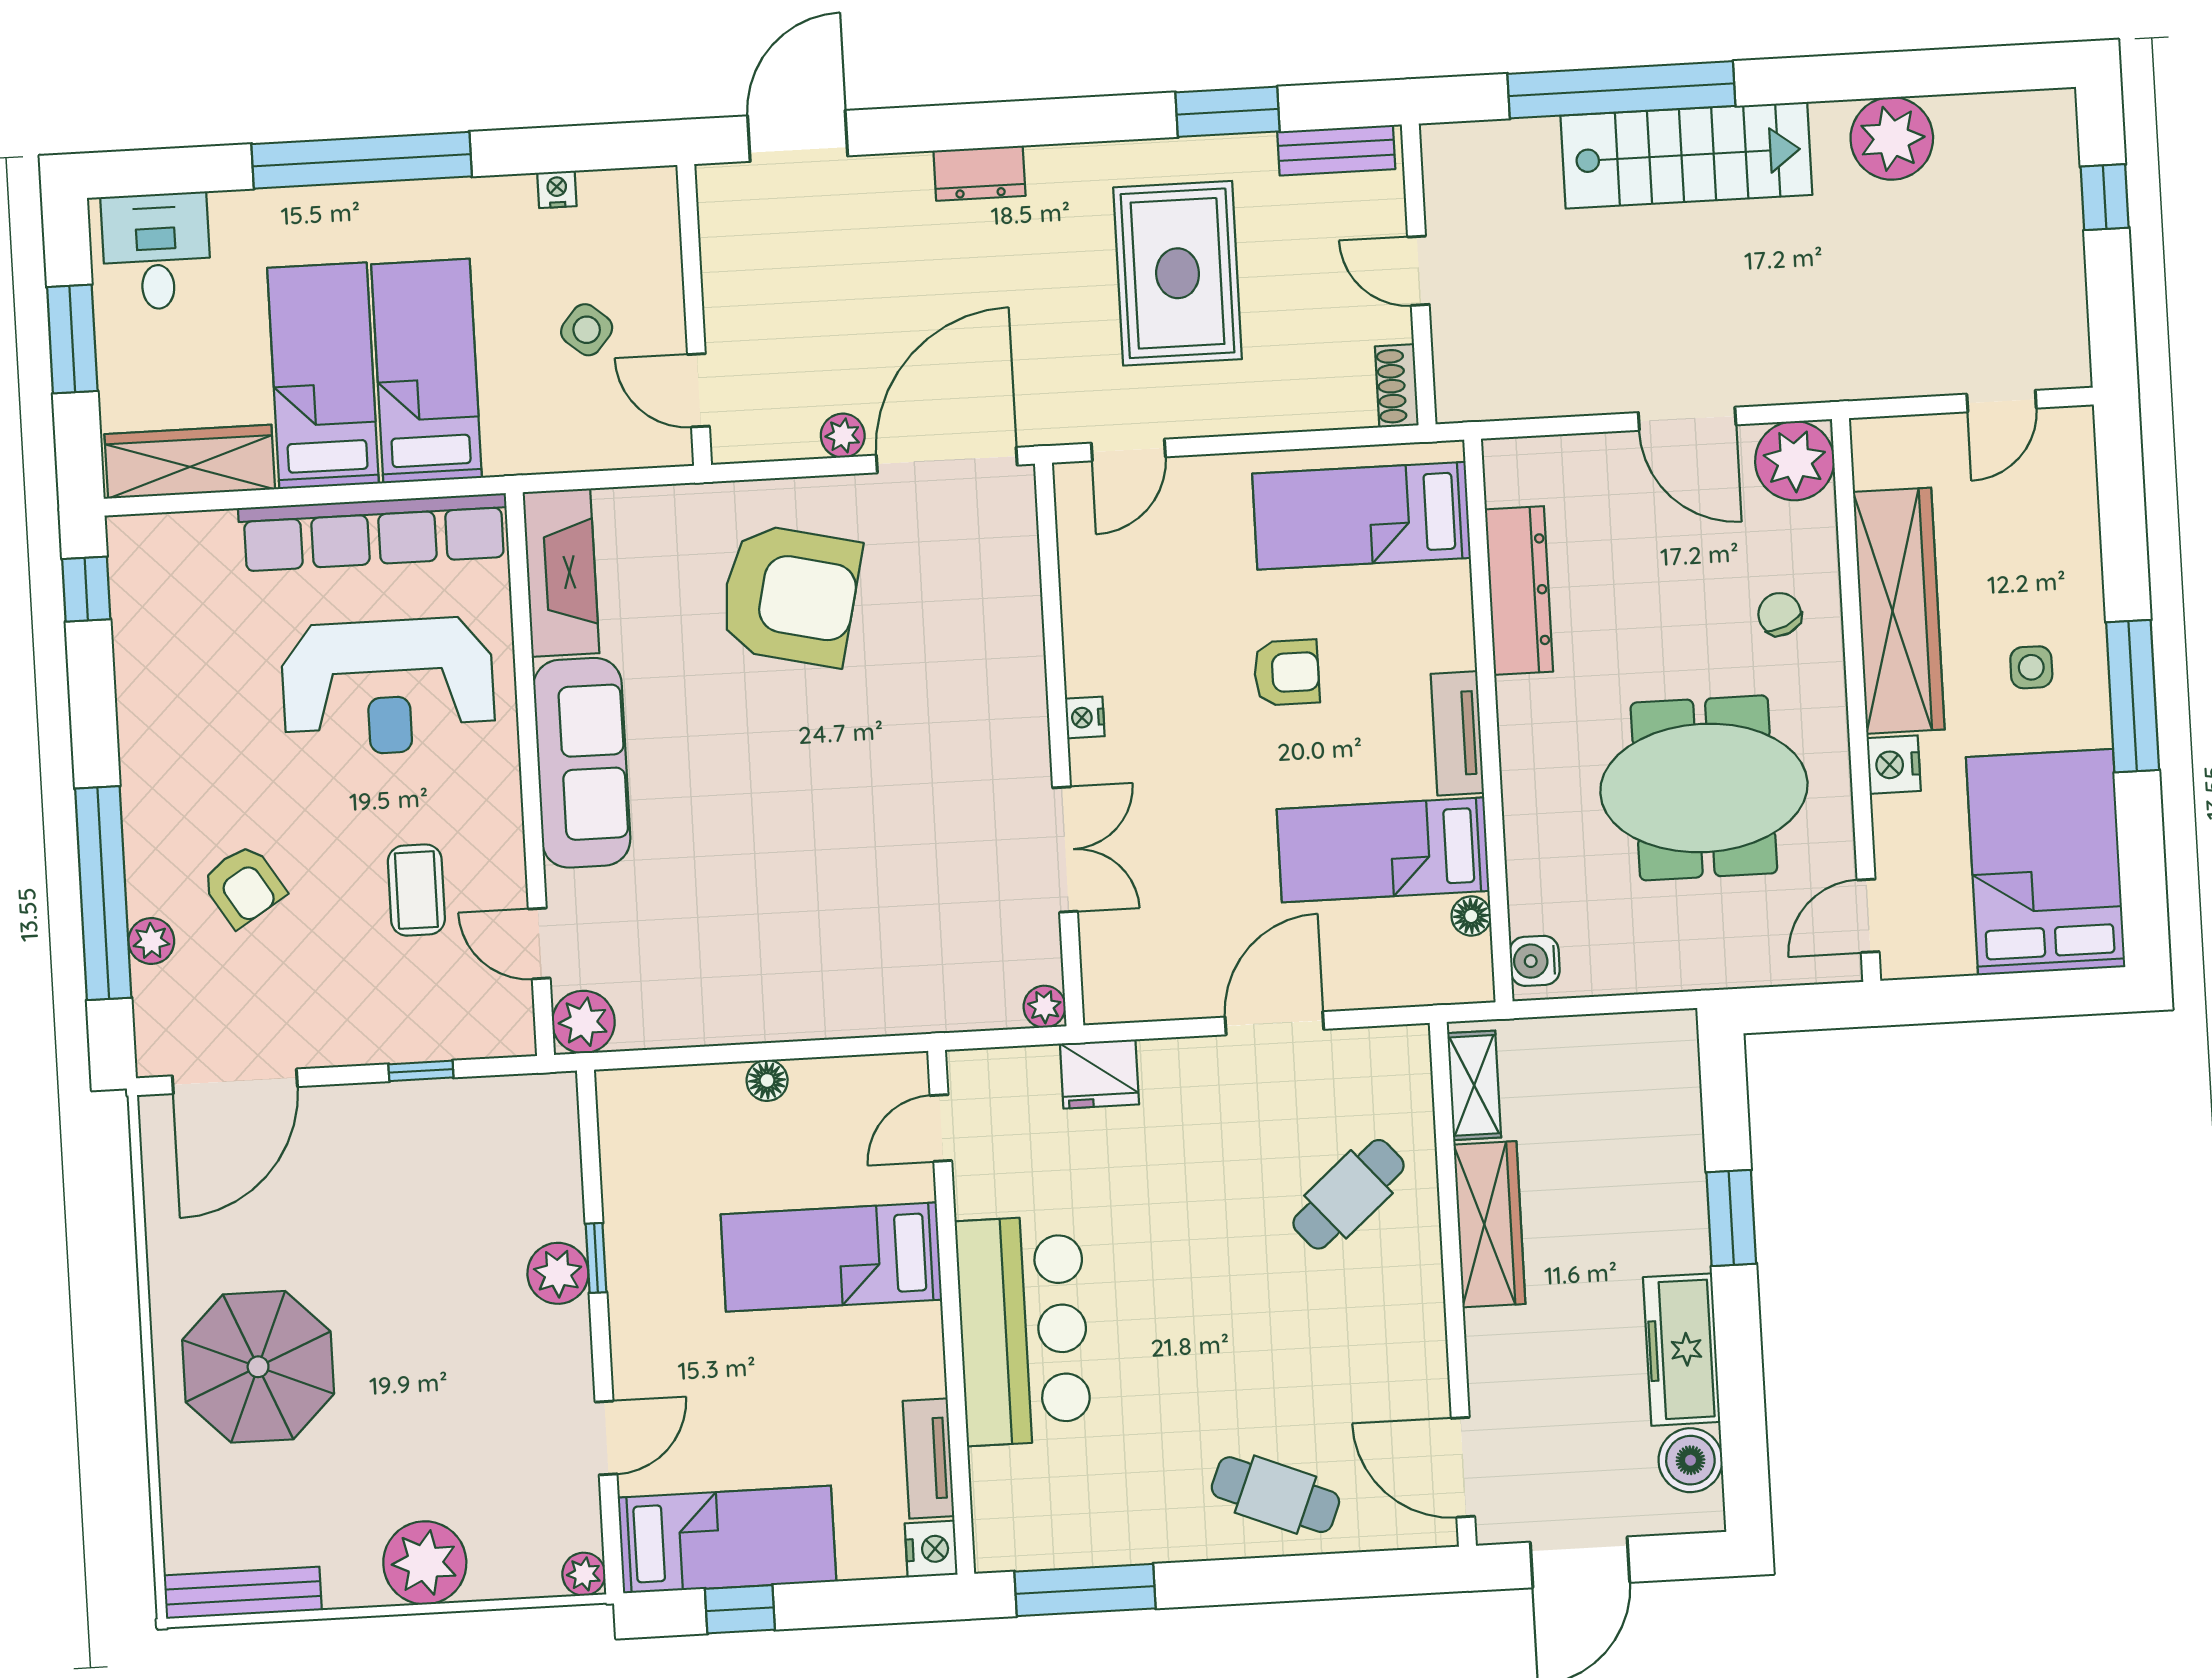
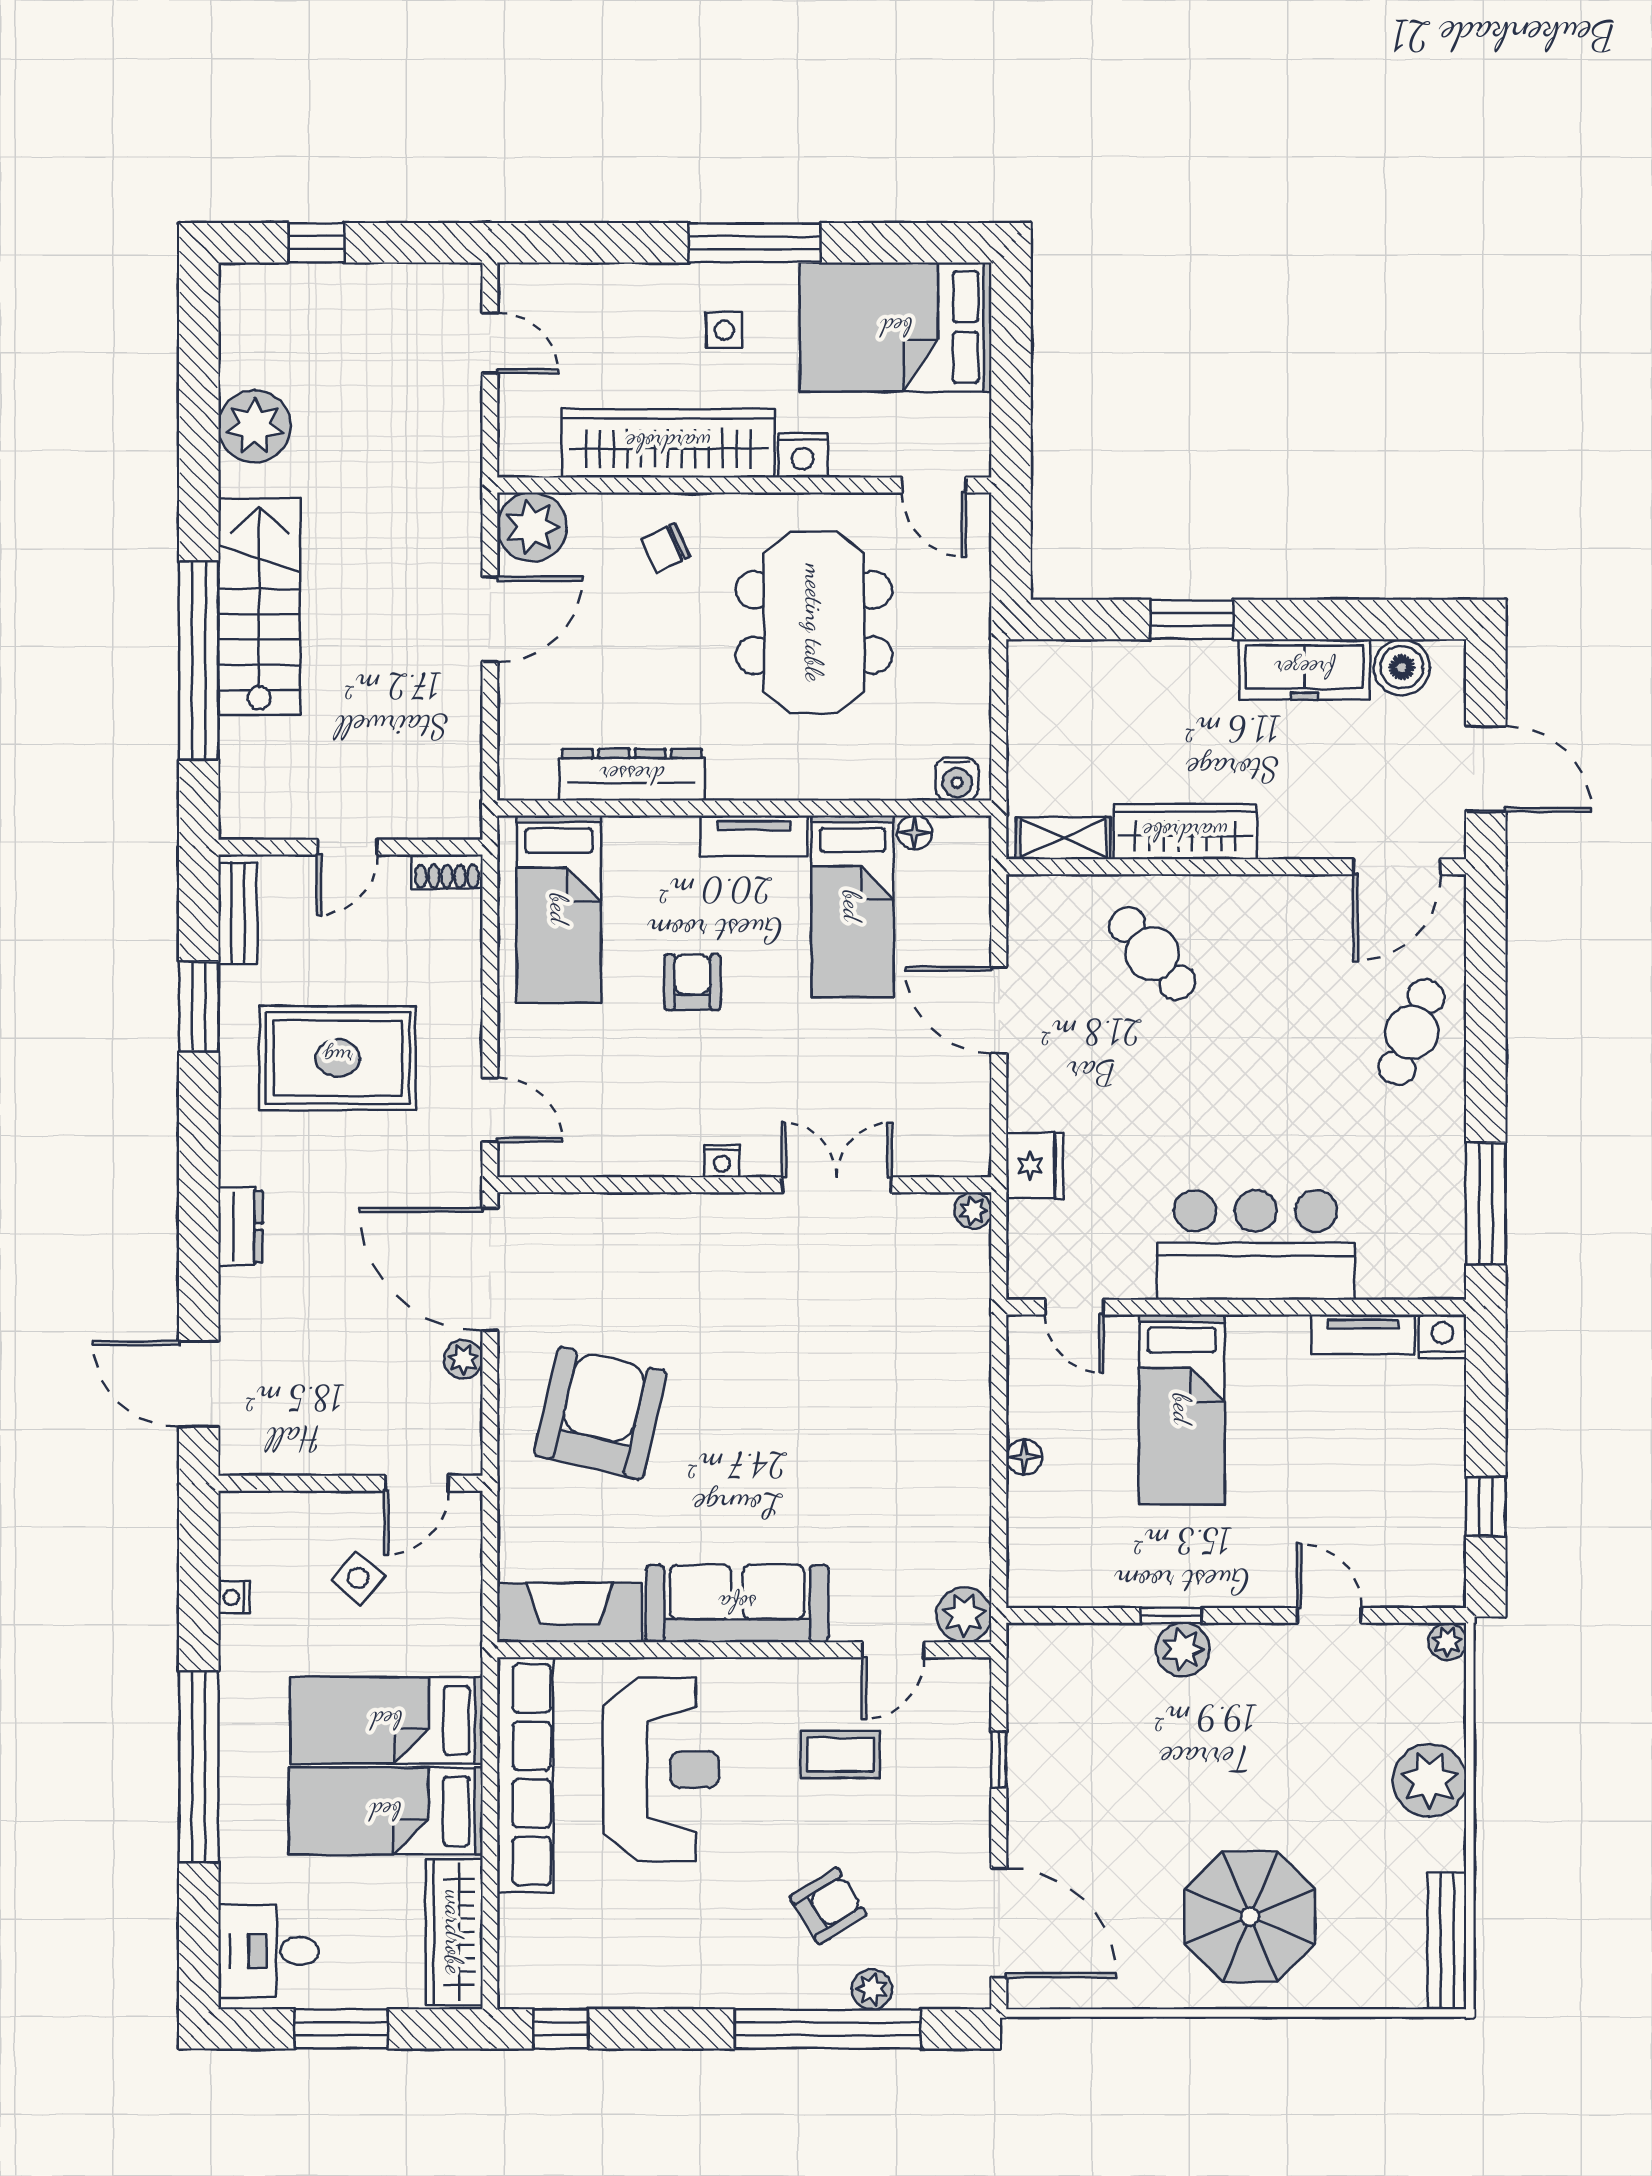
bed: (727, 1540) -> (1424, 1514), removed

